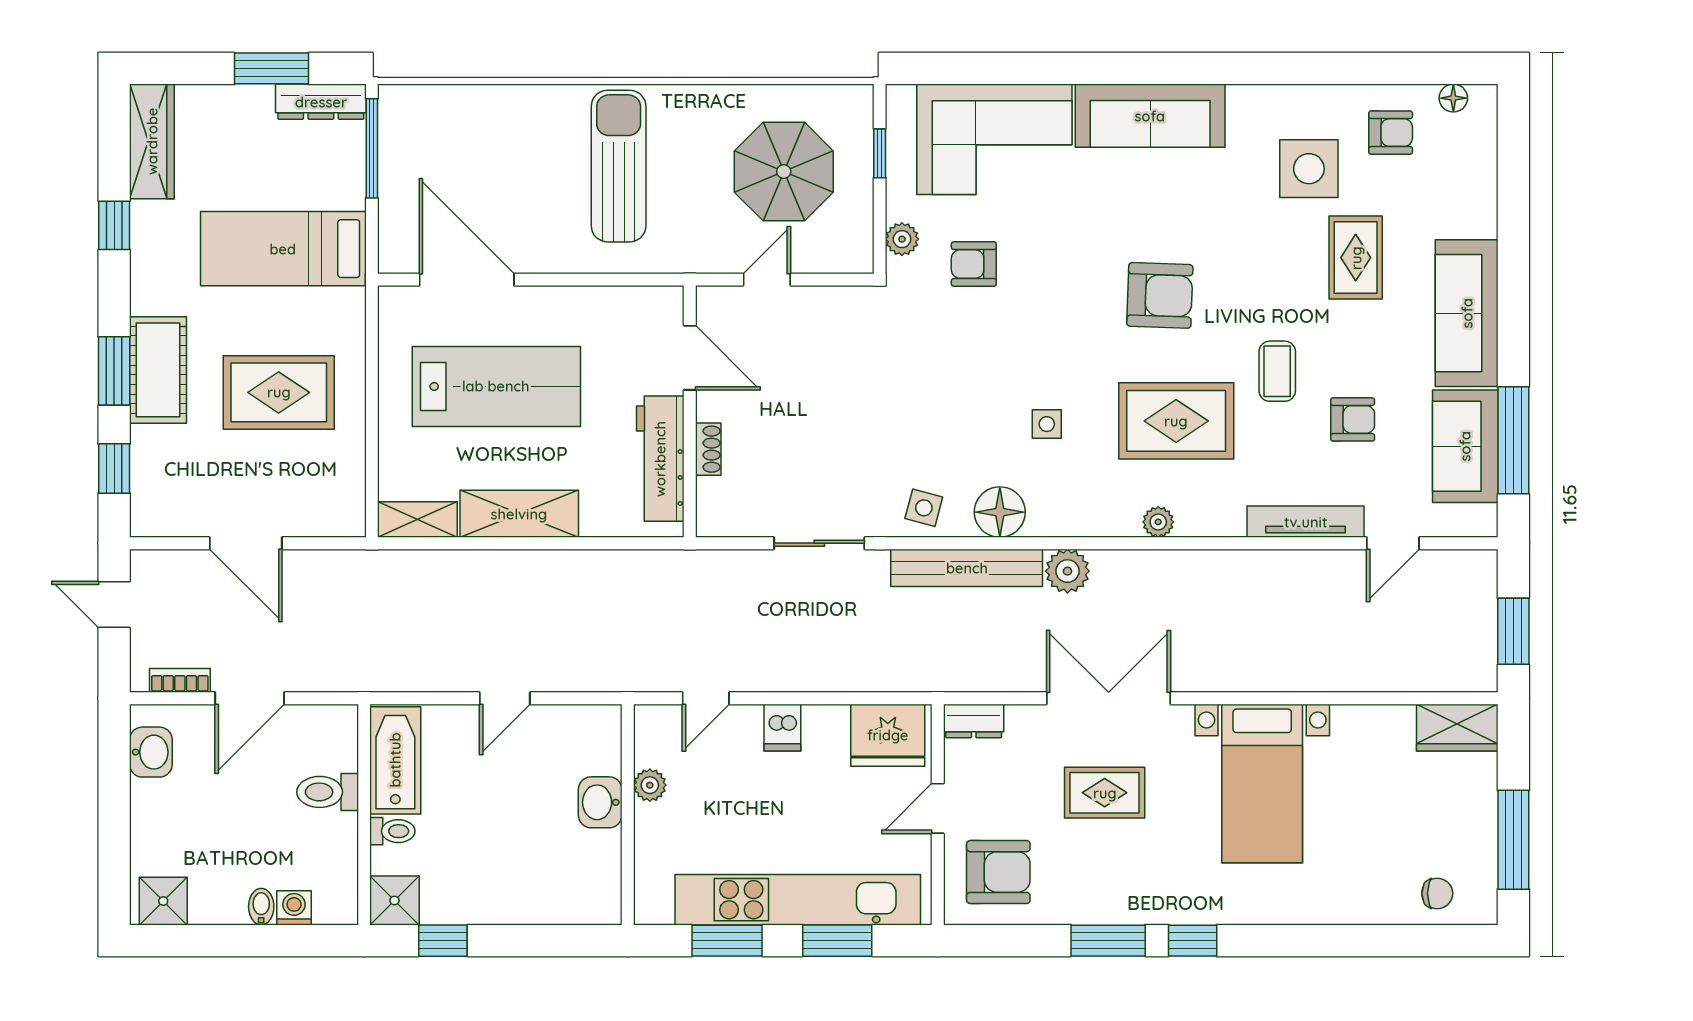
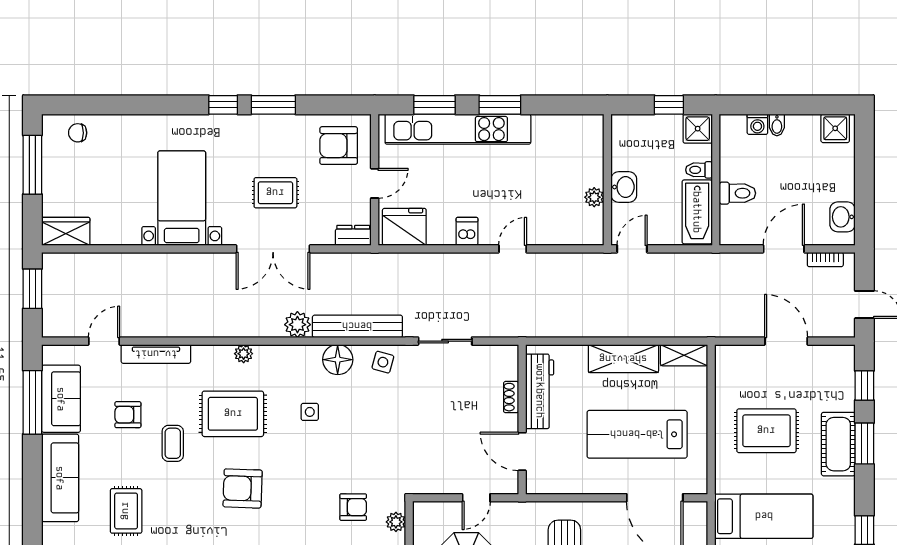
plant: (650, 785) -> (594, 197), moved
washbasin: (600, 802) -> (624, 187), moved
wall: (628, 815) -> (607, 180), moved

